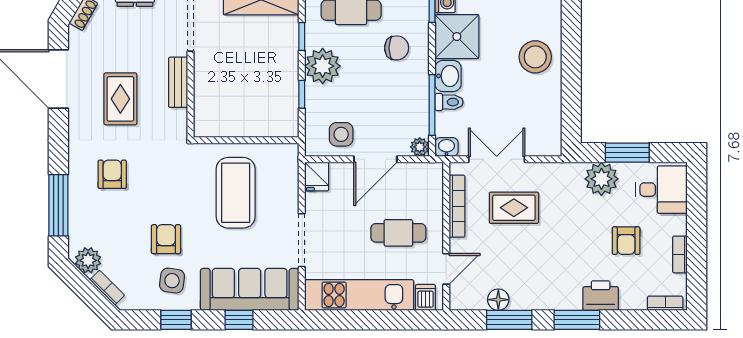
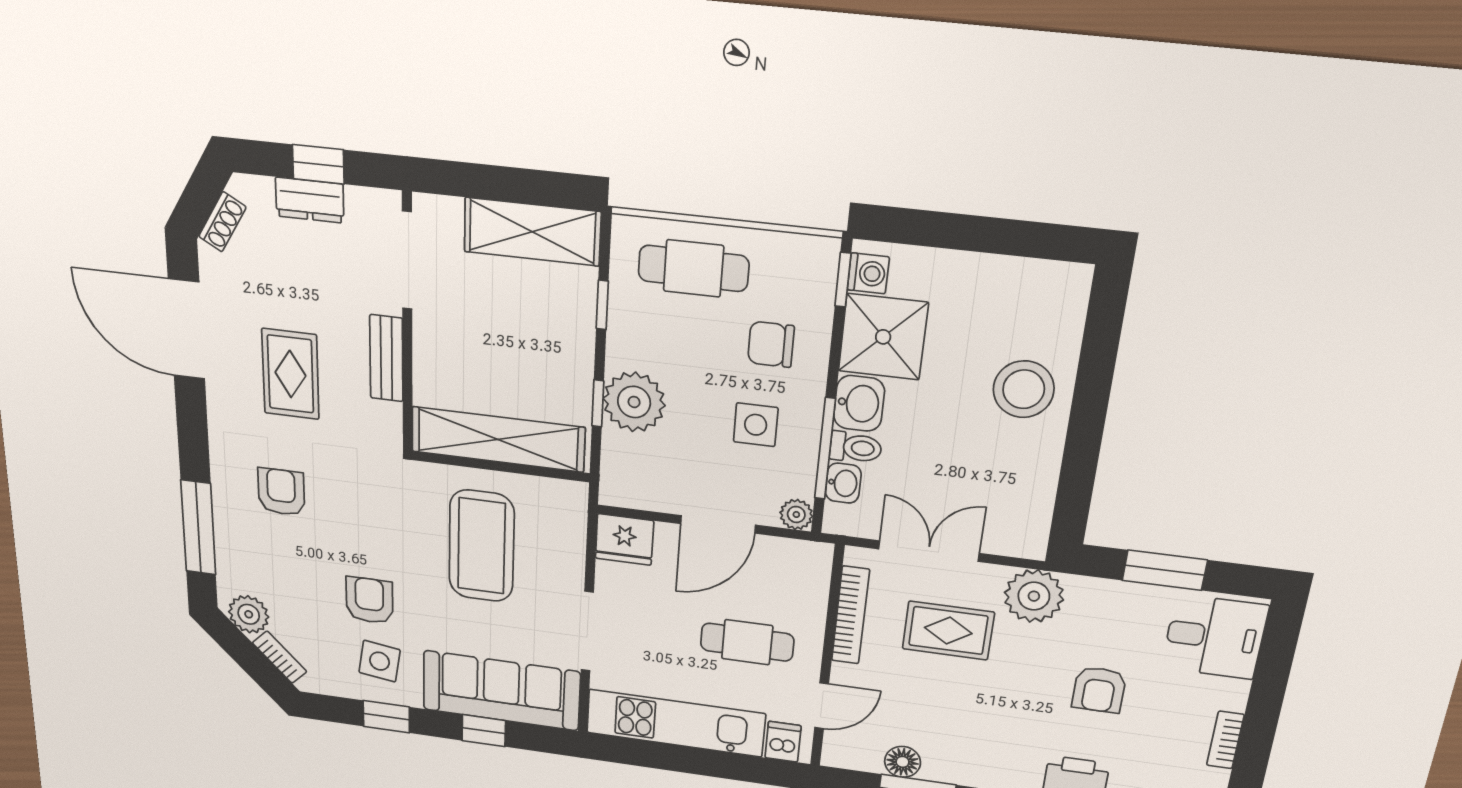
chair: (397, 48) -> (771, 344), turned 180
plant: (323, 66) -> (634, 402), moved
shelving: (244, 124) -> (498, 439), added
side table: (341, 134) -> (756, 425), moved
washbasin: (446, 147) -> (843, 483), moved, turned 90
fridge: (317, 176) -> (624, 539), width x1.38
plant: (601, 179) -> (1034, 596), moved
armchair: (626, 241) -> (1099, 690), moved

